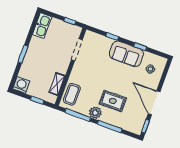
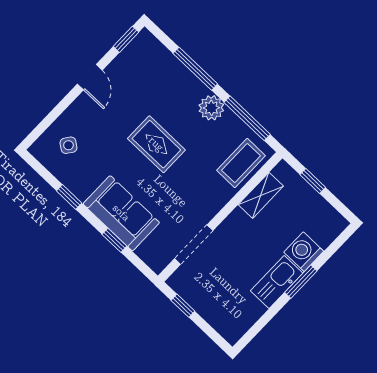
kitchen sink: (42, 26) -> (277, 282), moved
sofa: (126, 54) -> (121, 213), moved
washing machine: (21, 85) -> (304, 252), moved, turned 90
rug: (113, 101) -> (156, 144), moved
door: (154, 103) -> (90, 77), width x0.53

